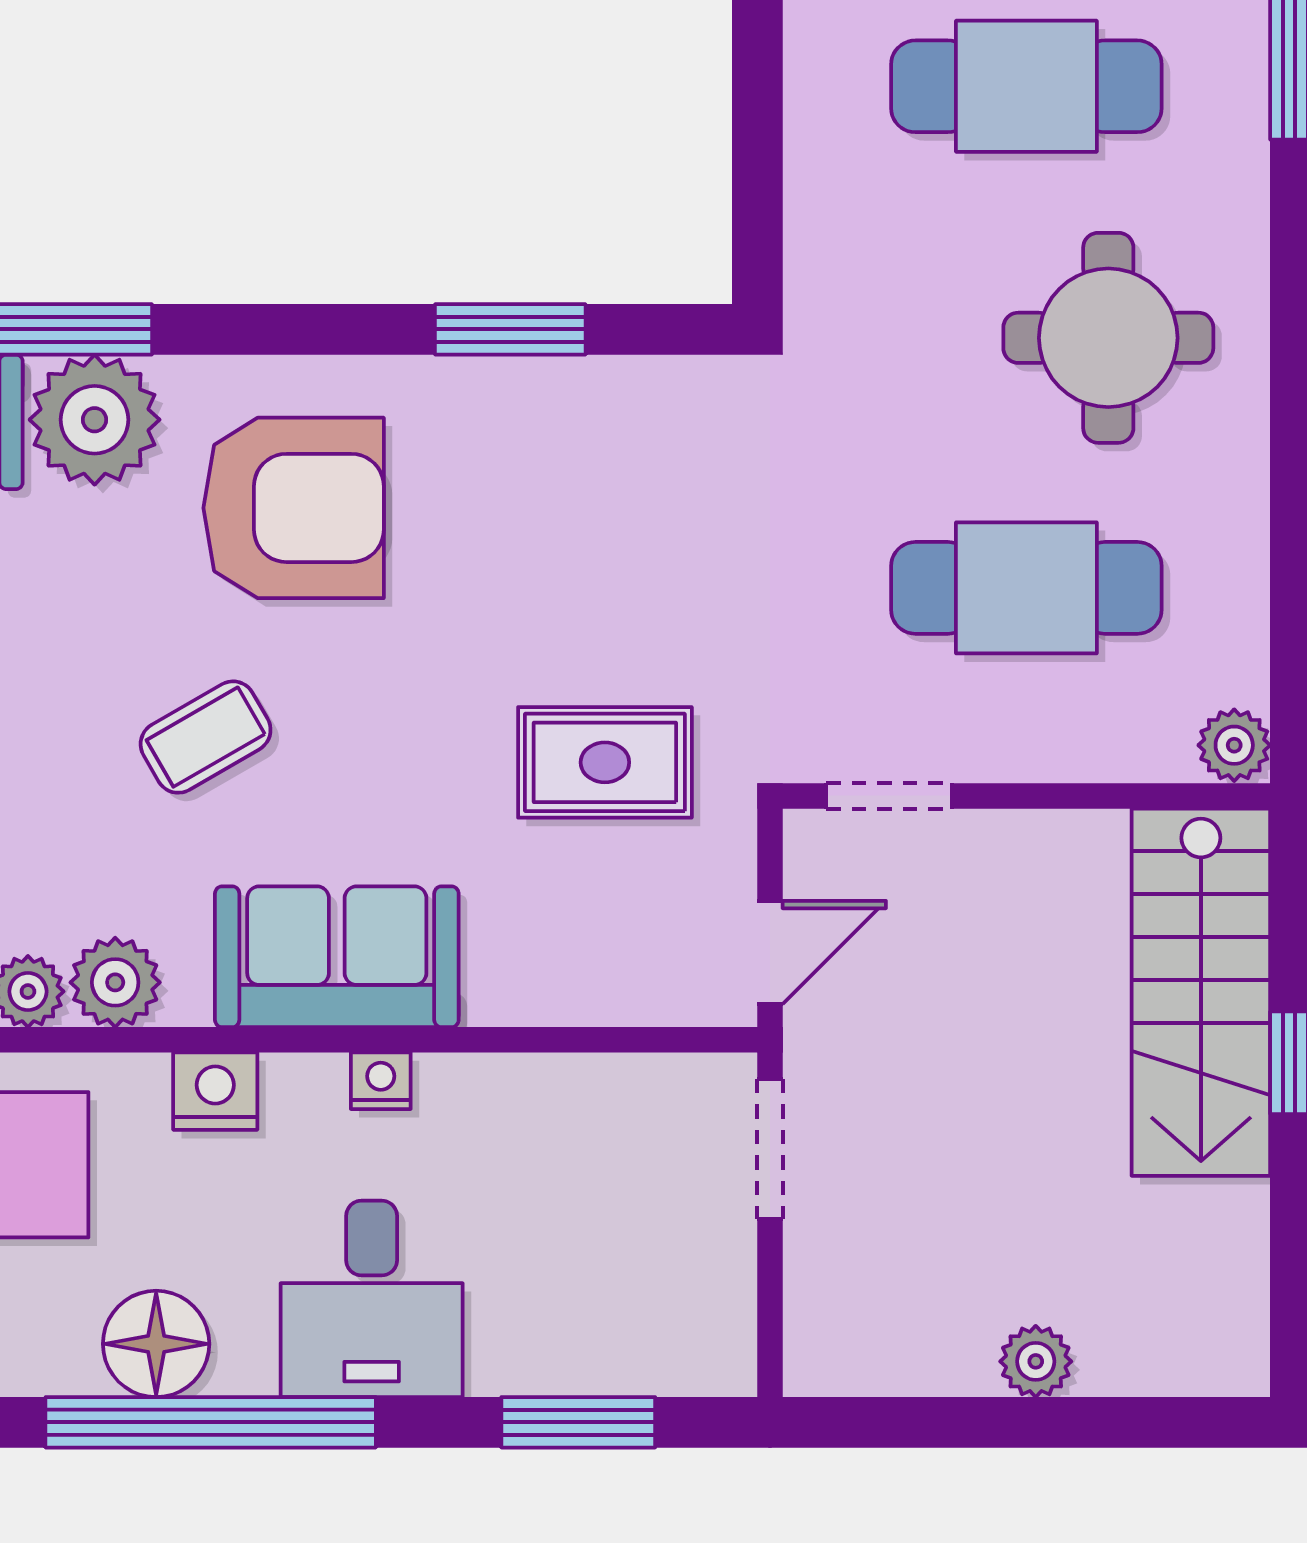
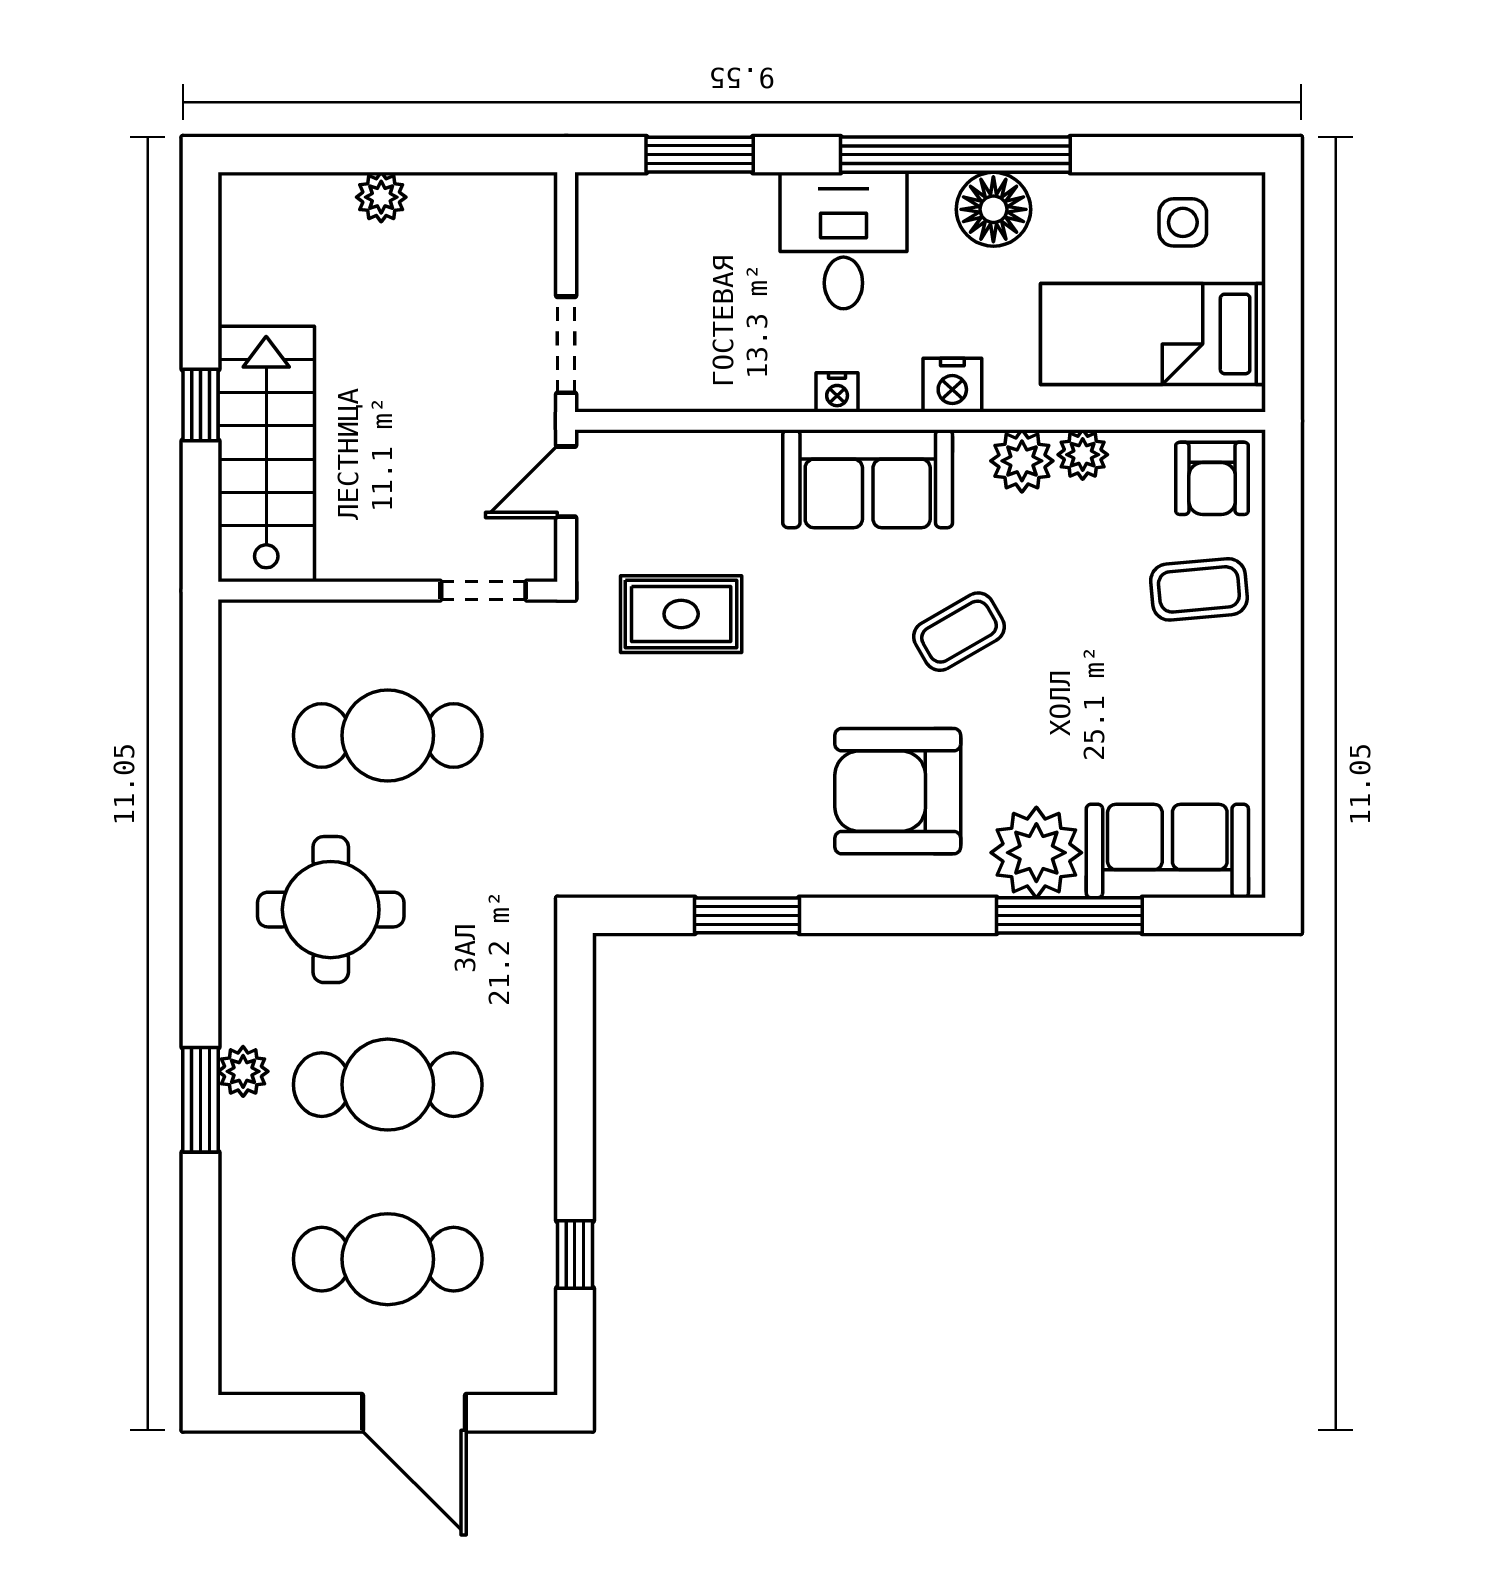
plant: (1234, 745) -> (243, 1071), moved

